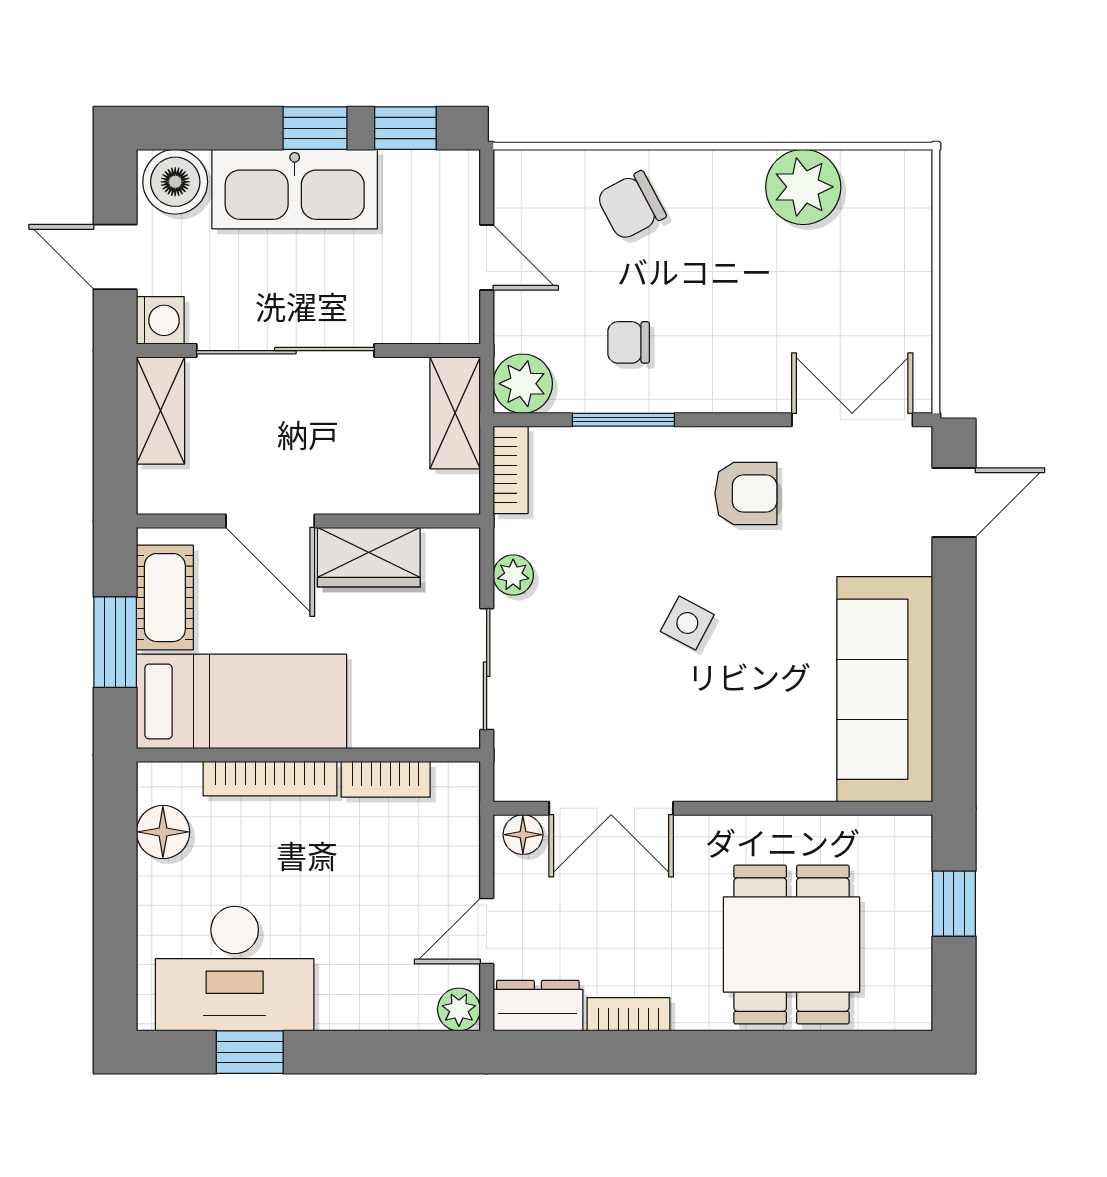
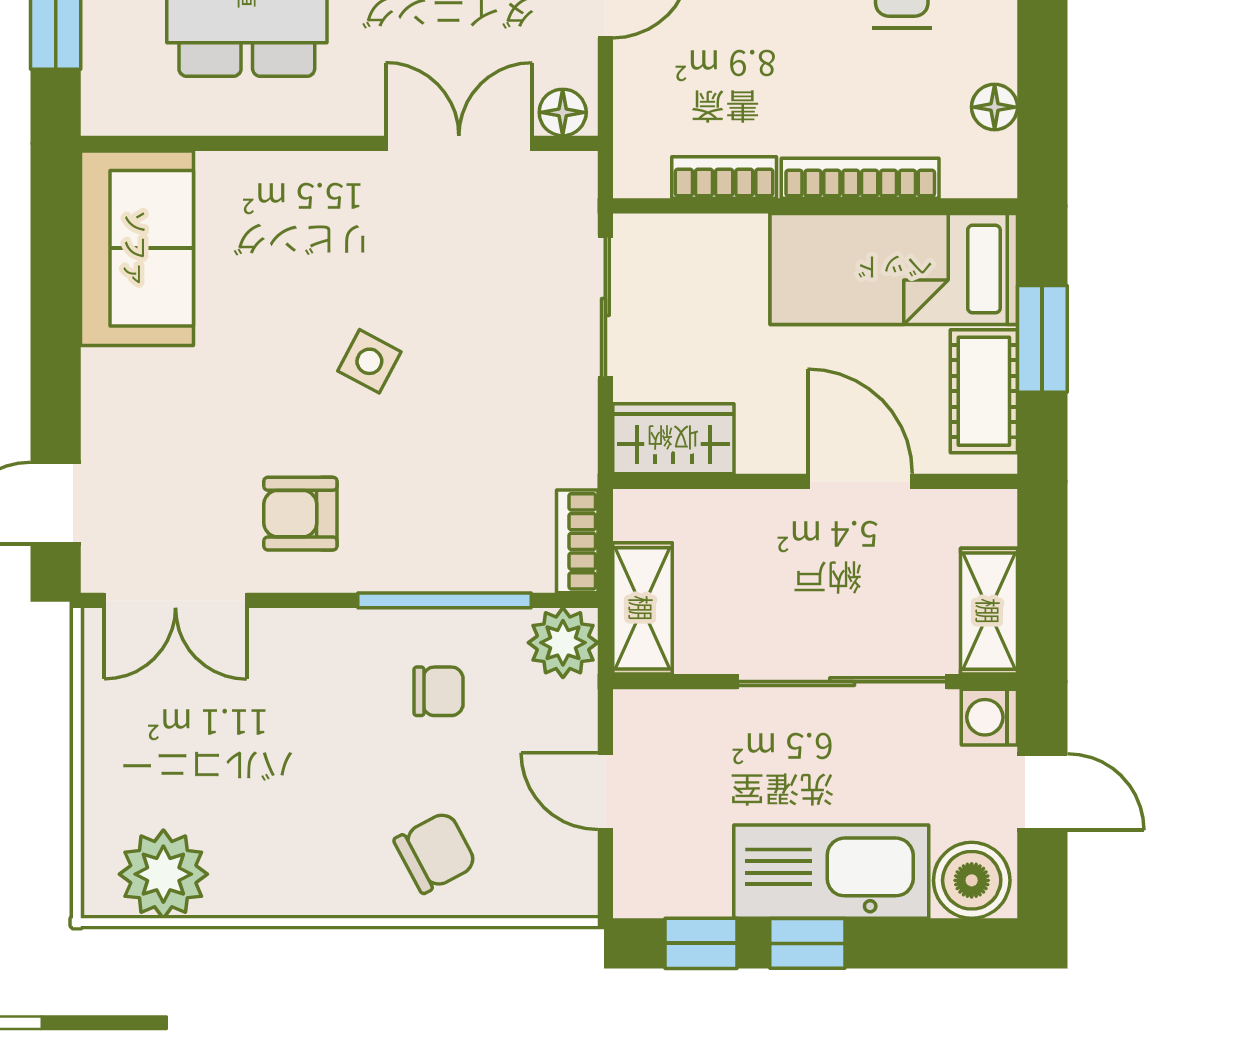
plant: (803, 187) -> (163, 874), moved
window: (623, 420) -> (445, 600), width x1.44
wardrobe: (369, 557) -> (673, 439), moved
plant: (513, 575) -> (574, 418), removed
sofa: (885, 689) -> (137, 248), width x0.73
floor lamp: (163, 832) -> (995, 107), width x0.73, depth x0.73

